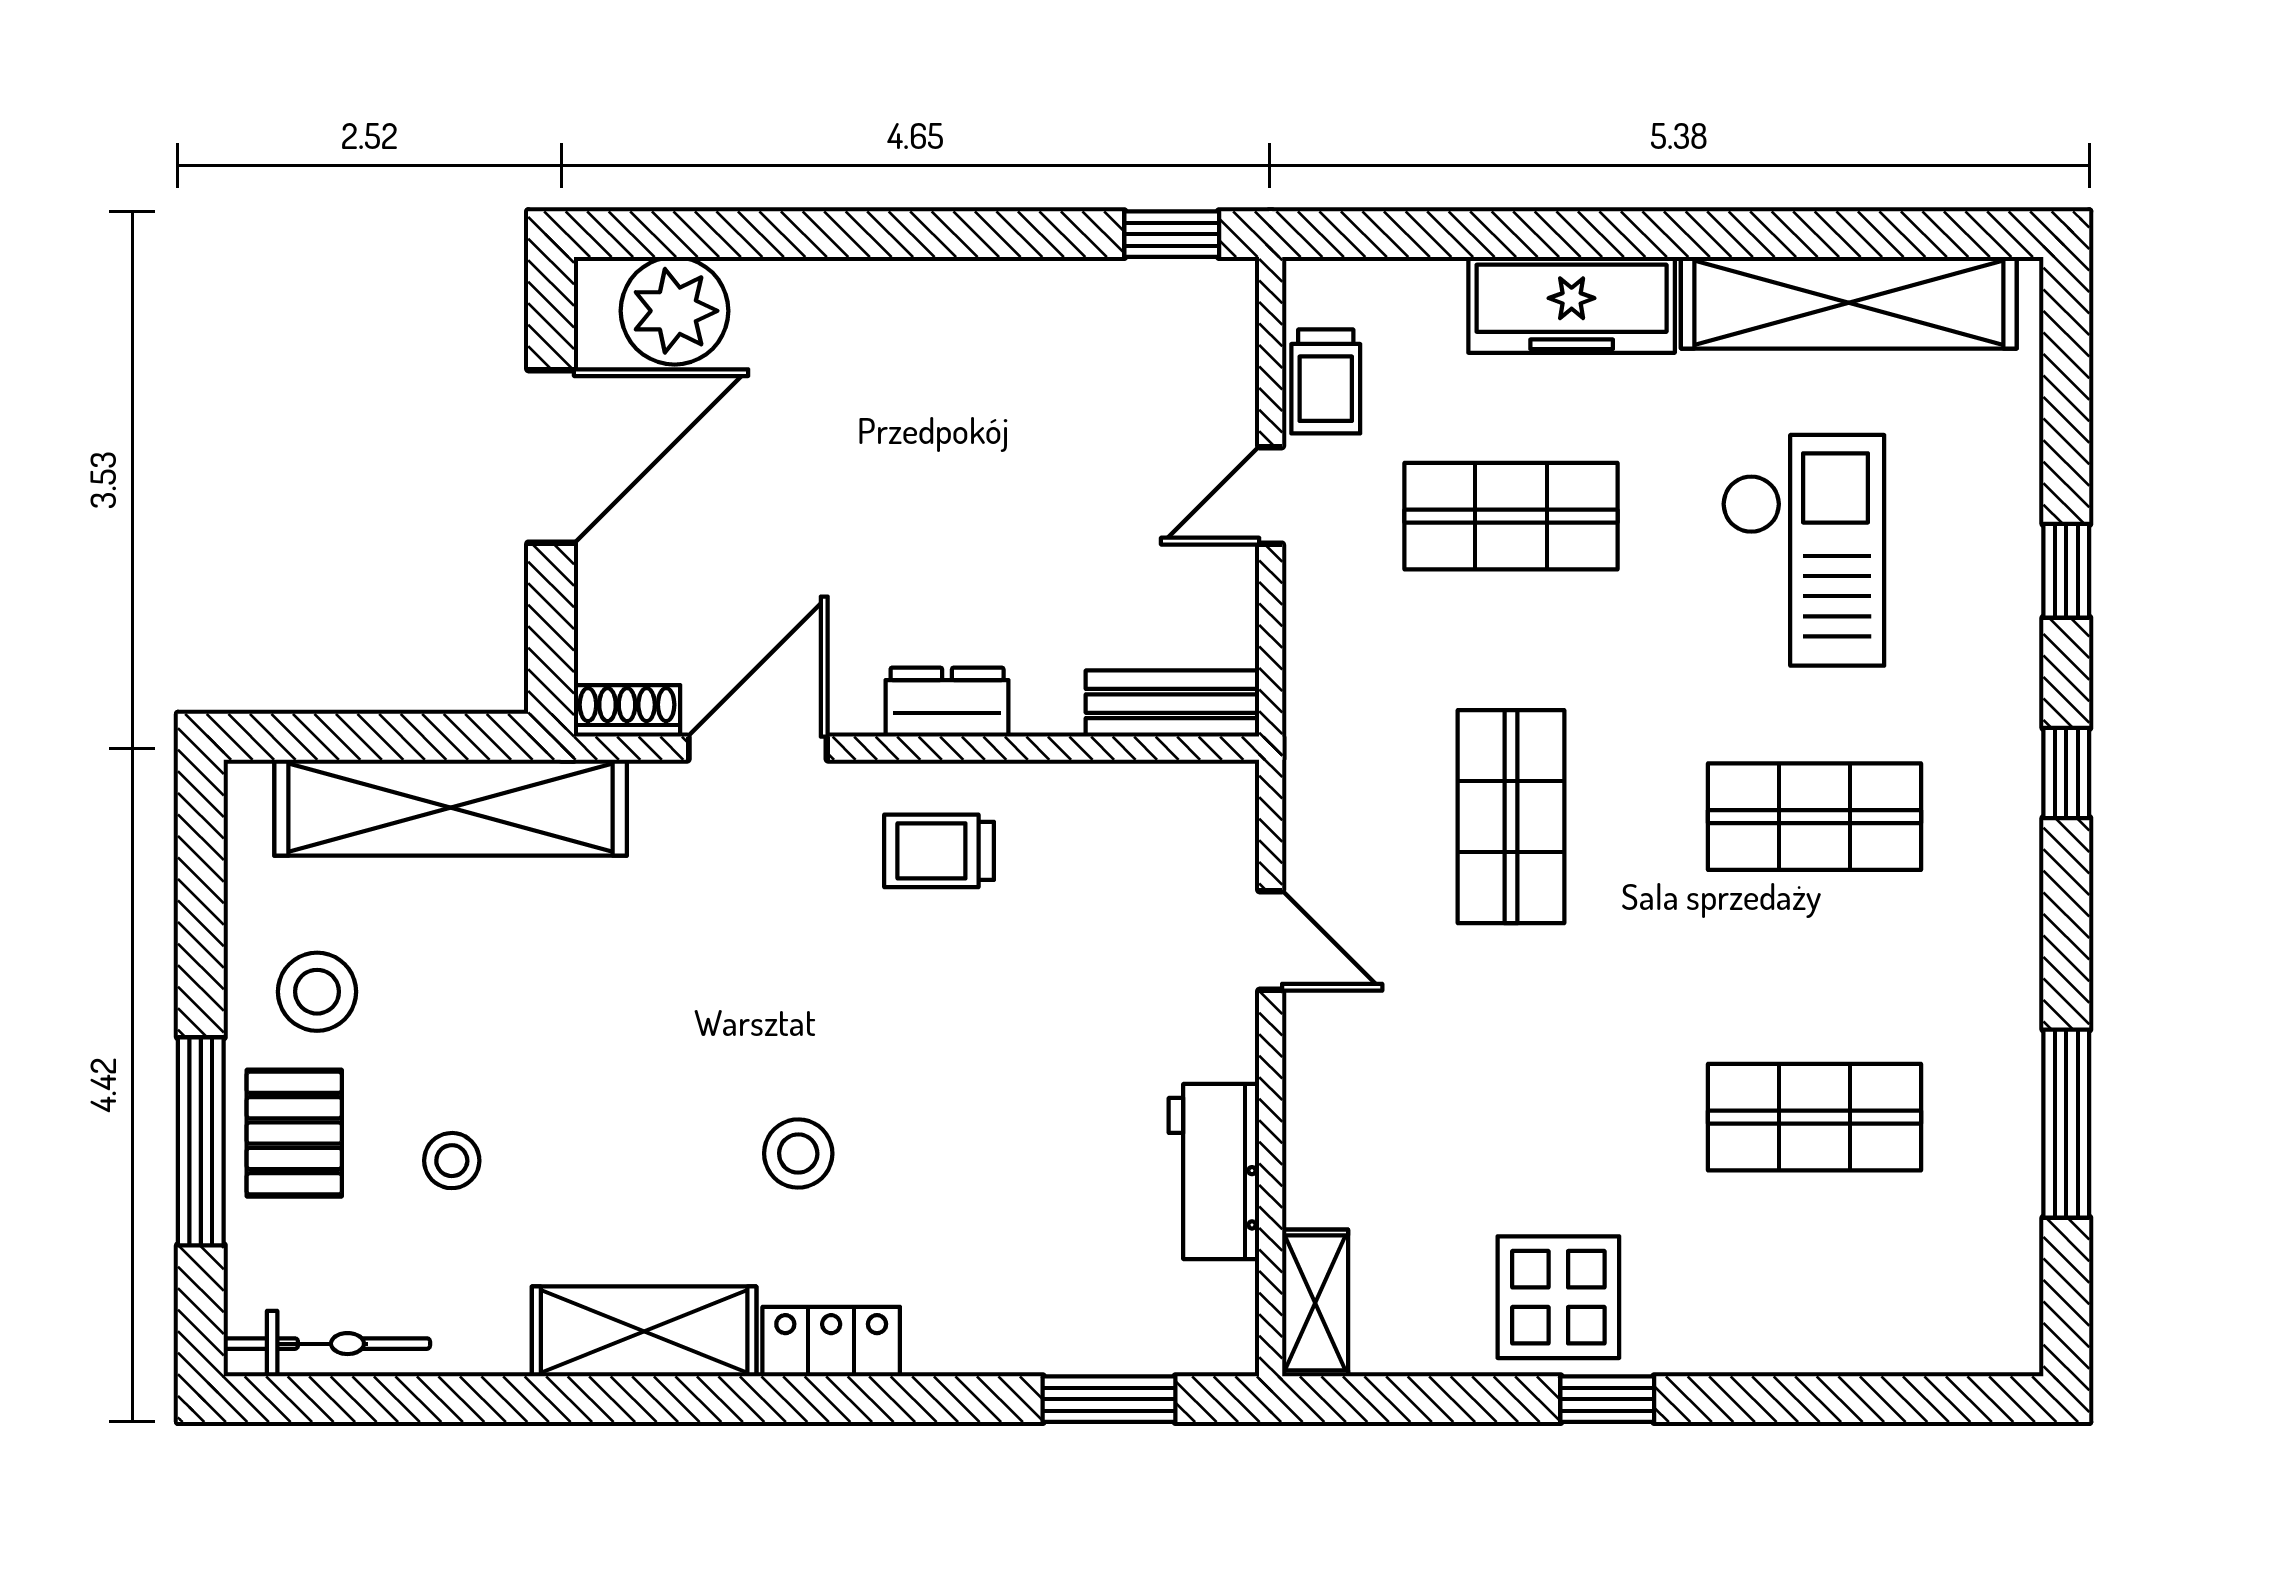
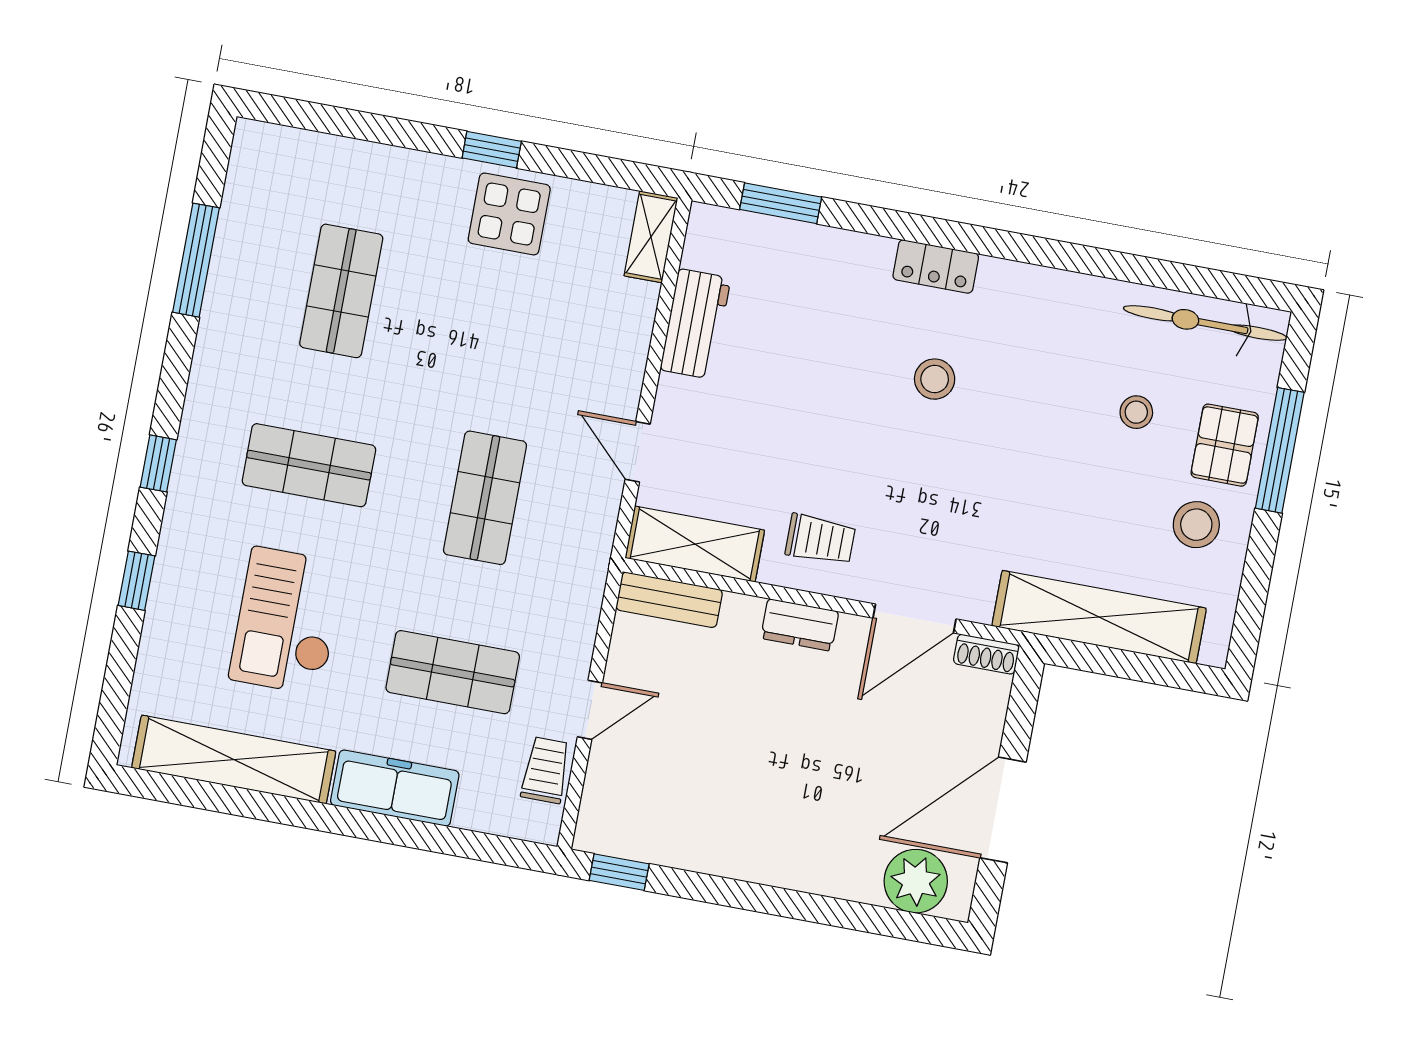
shop shelf: (1814, 1117) -> (341, 291), turned 90
shelving: (644, 1331) -> (695, 544), moved
bicycle: (327, 1344) -> (1205, 323), width x1.37, depth x1.40

